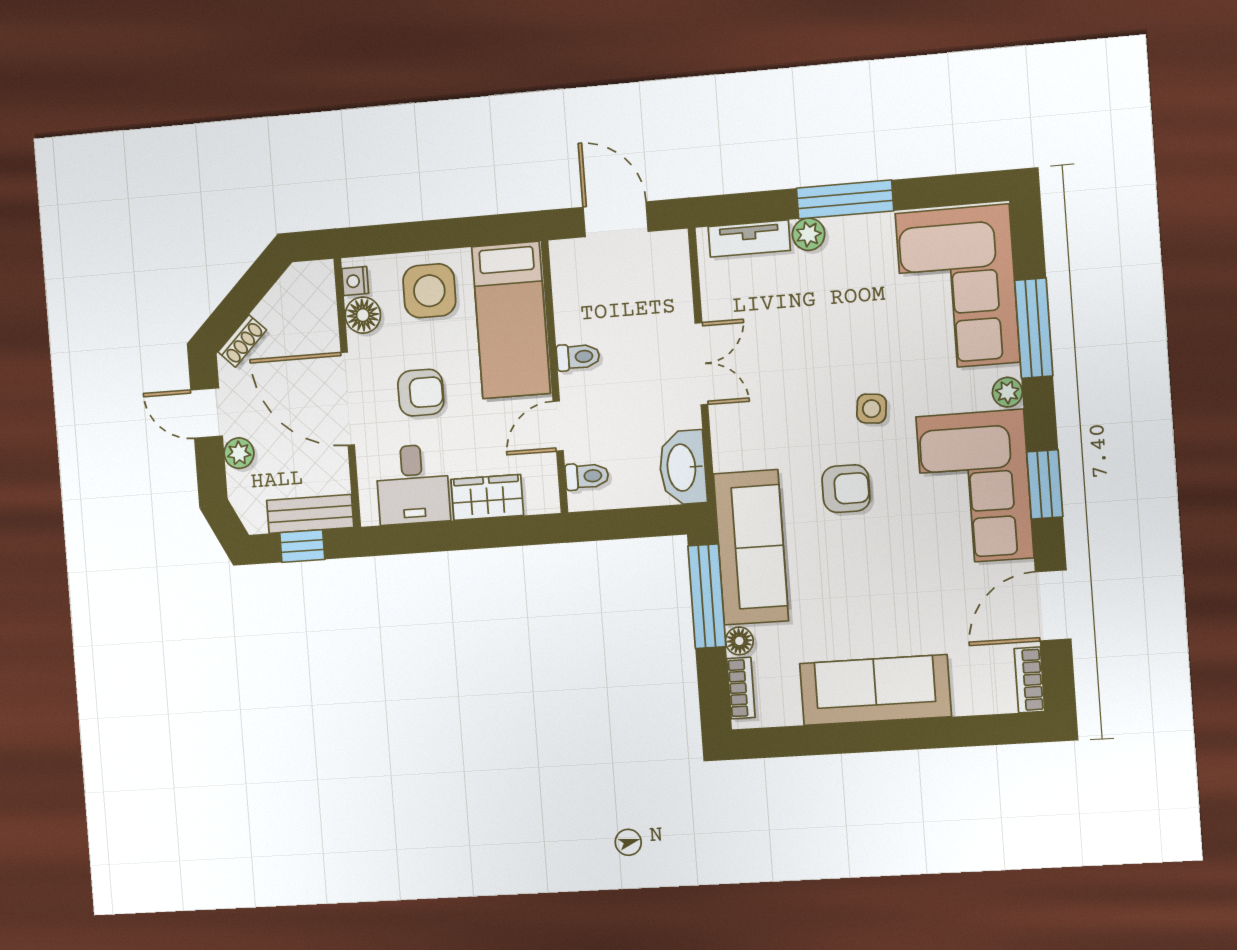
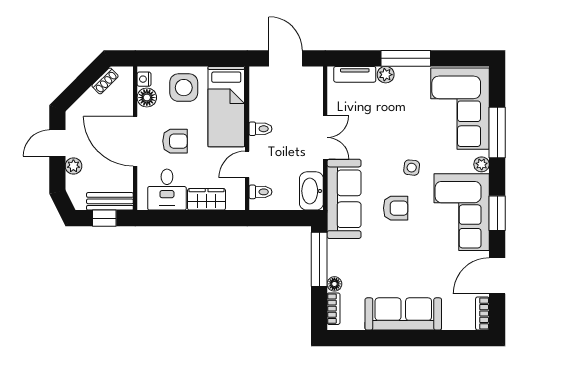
shoe rack: (242, 341) -> (105, 81), moved
door: (207, 413) -> (57, 143), hinge flipped
sofa: (751, 547) -> (344, 199), moved

